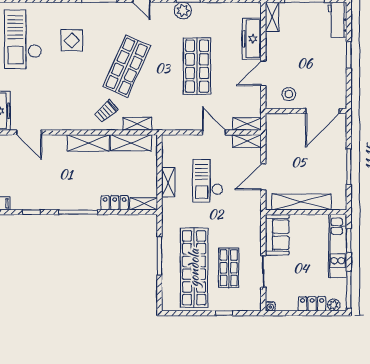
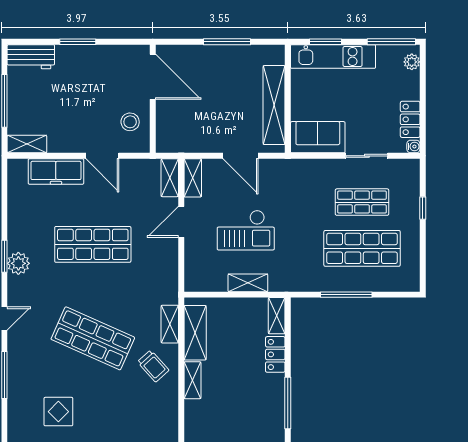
shelving: (88, 143) -> (192, 380), width x0.67, depth x0.75
shop shelf: (194, 268) -> (362, 248), width x0.71
locker: (312, 304) -> (410, 119), moved

